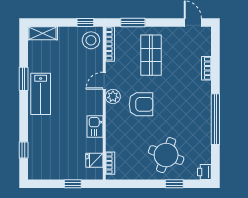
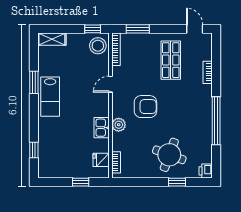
shop shelf: (151, 55) -> (171, 60), moved
plant: (113, 97) -> (119, 125), moved

